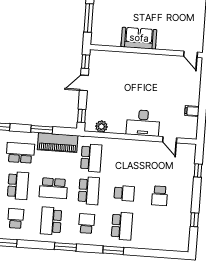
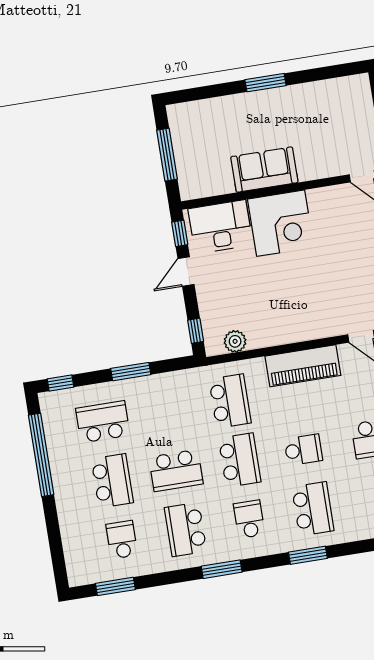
corner desk: (141, 69) -> (281, 223), added
desk: (143, 123) -> (220, 227), moved, turned 180
piano: (58, 143) -> (303, 366), moved

